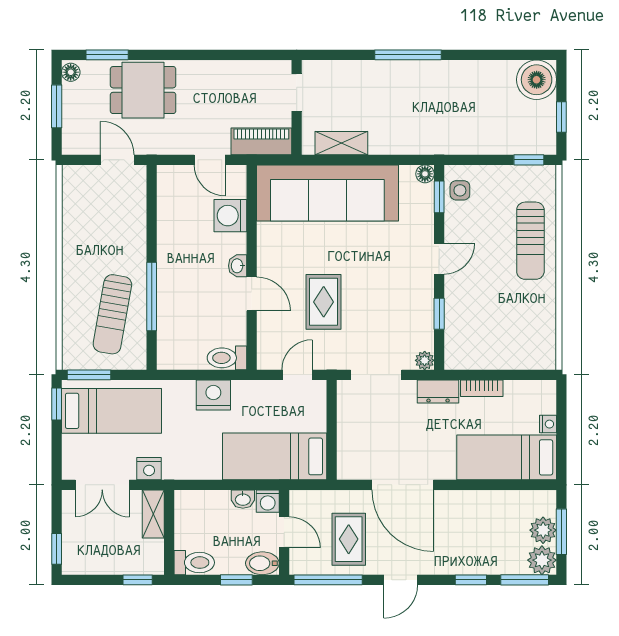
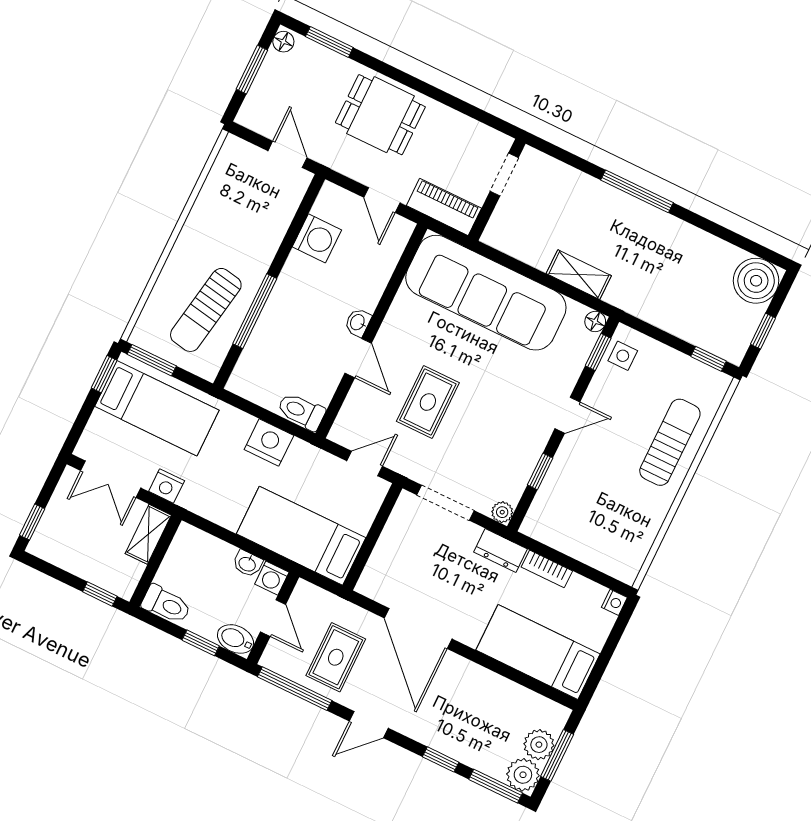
dining table: (143, 90) -> (380, 115), moved
shelving: (341, 143) -> (579, 275), moved
washing machine: (230, 216) -> (317, 238), moved, turned 180
sun lounger: (530, 241) -> (670, 442), turned 180
nightstand: (548, 424) -> (614, 602), moved

